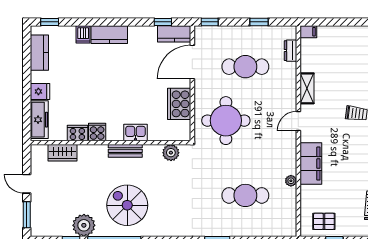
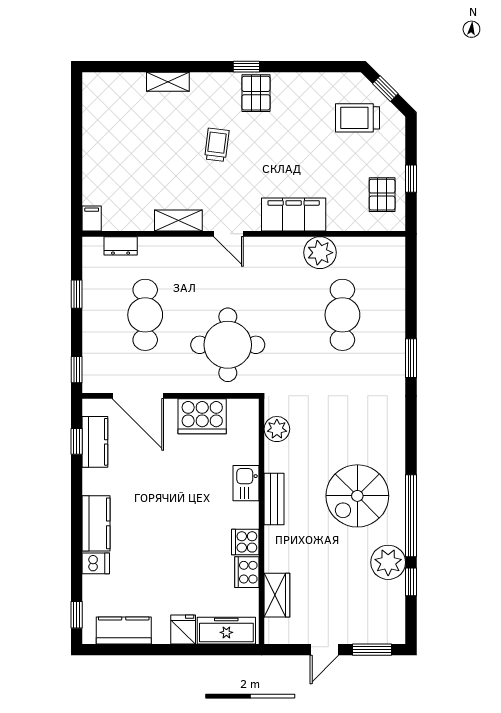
kitchen counter: (174, 34) -> (95, 442), moved
plant: (291, 181) -> (320, 253), width x1.87, depth x1.87

